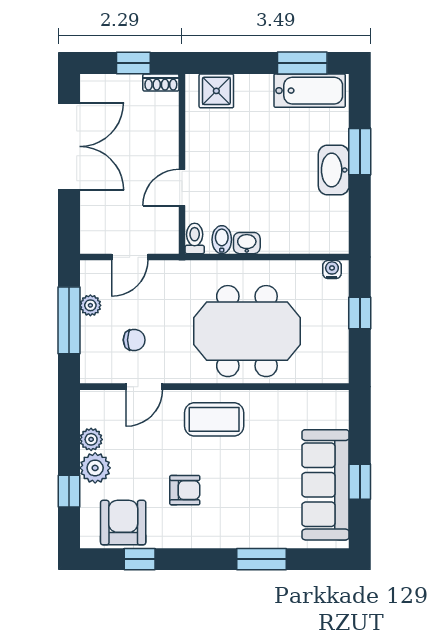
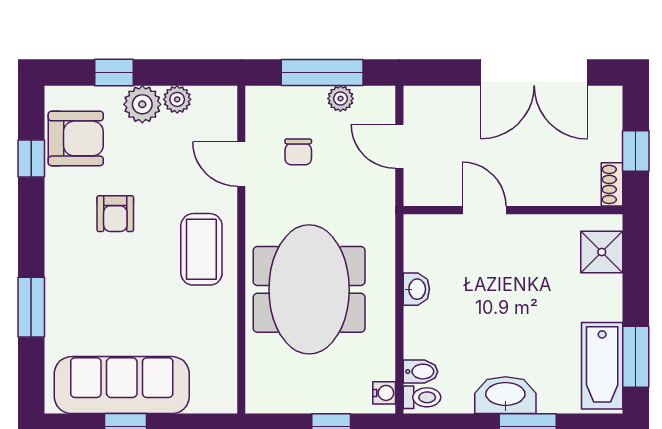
toilet: (195, 238) -> (422, 397), moved
bidet: (222, 240) -> (420, 372), moved

